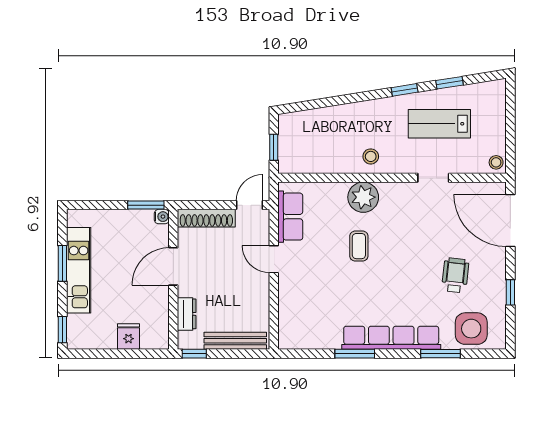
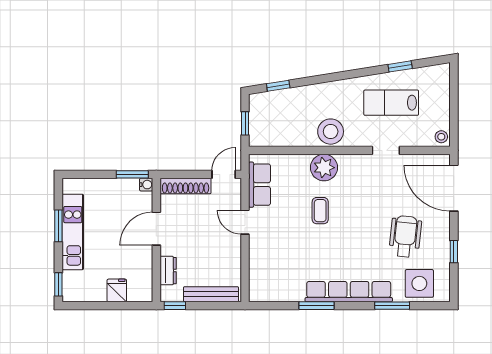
window: (405, 90) -> (278, 86), moved
stool: (371, 156) -> (331, 132), width x1.89, depth x1.89
wheelchair: (455, 275) -> (405, 236), width x1.36, depth x1.37

